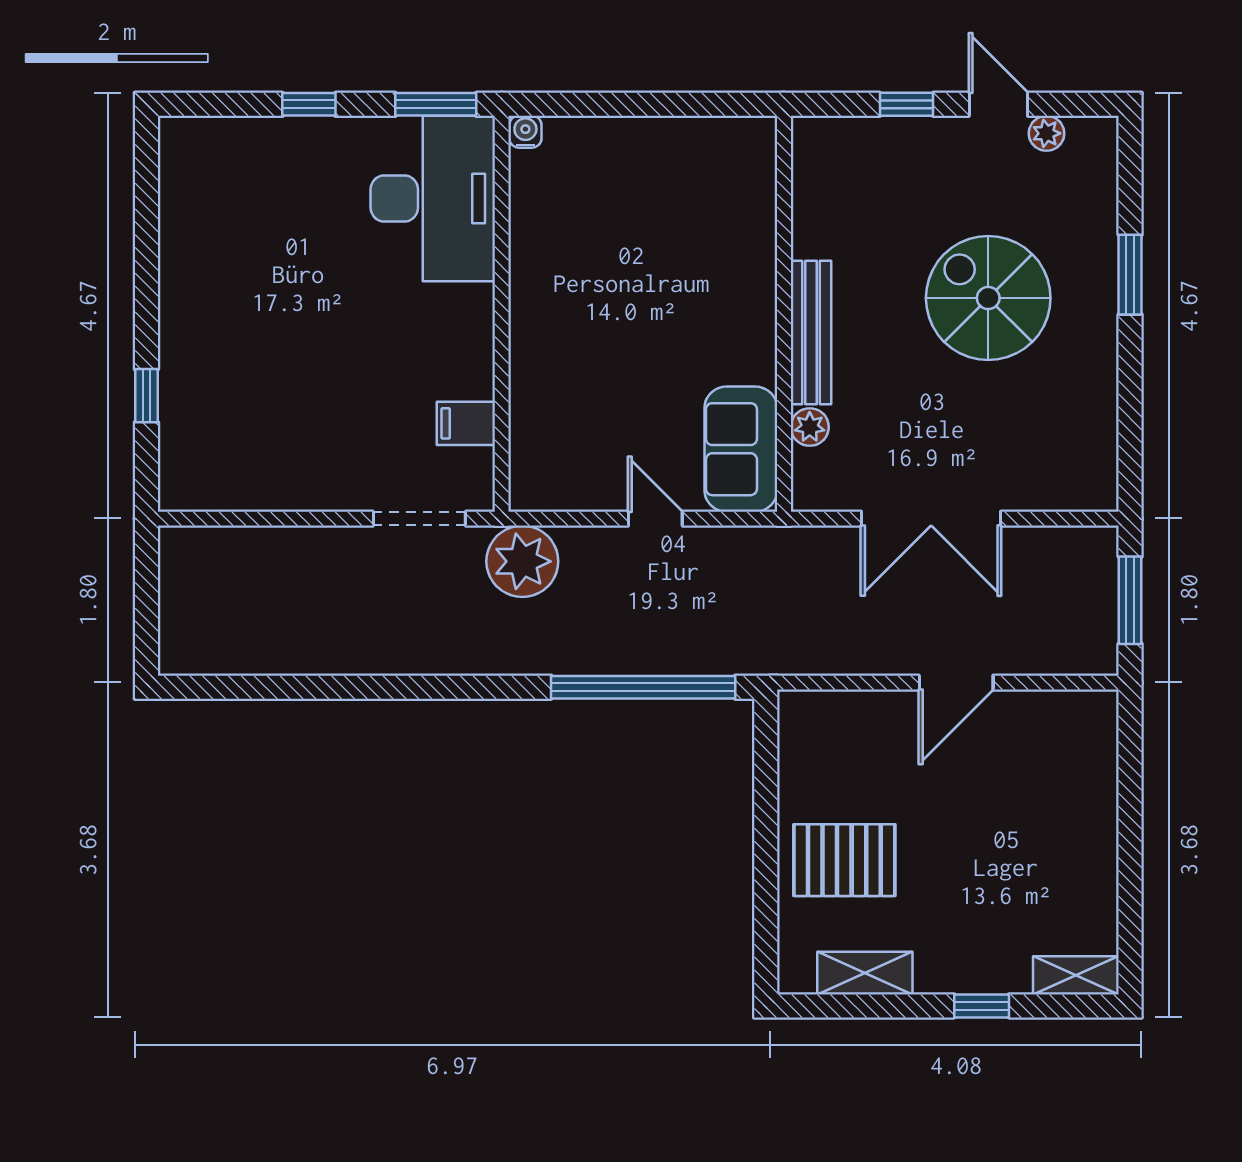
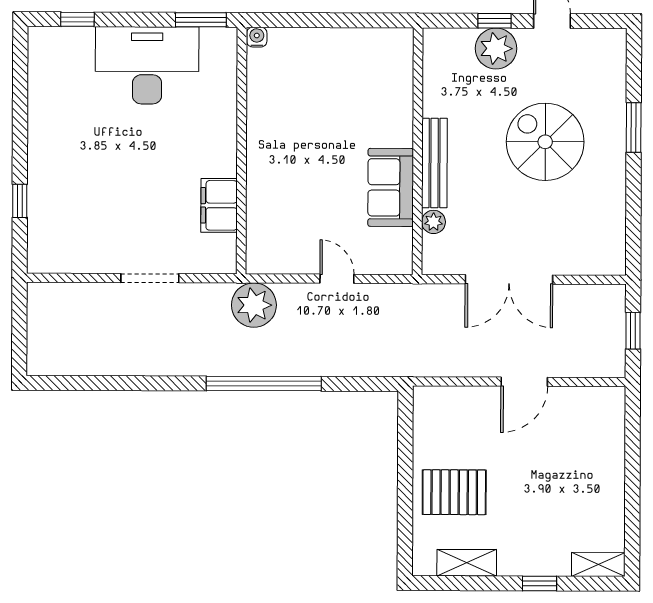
window: (309, 104) -> (77, 19), moved
plant: (1046, 133) -> (496, 49), moved, width x1.88, depth x1.88
desk: (433, 199) -> (147, 65), moved, turned -90
filing cabinet: (466, 423) -> (219, 205), width x2.00
sofa: (741, 449) -> (391, 187), moved
doorway: (419, 519) -> (150, 278), moved
window: (1130, 600) -> (633, 331), width x0.67
window: (643, 687) -> (264, 384), moved

